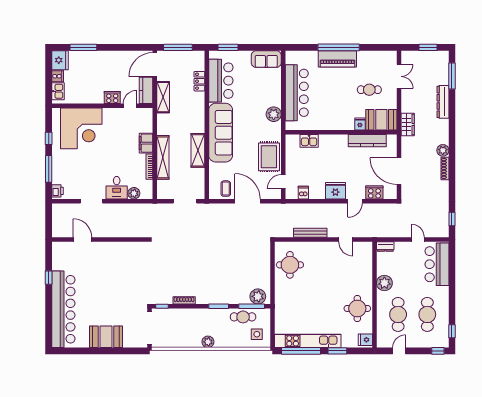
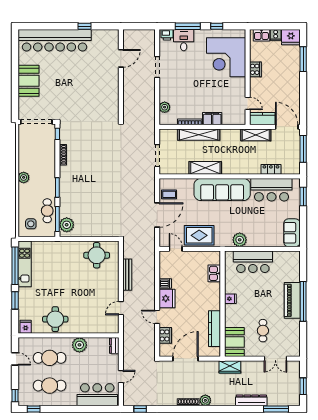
bar counter: (297, 93) -> (253, 262), width x0.73
cooker: (112, 98) -> (255, 69), moved
fridge: (360, 124) -> (230, 299), moved
desk: (117, 188) -> (184, 40), moved, turned 90
dishwasher: (303, 193) -> (165, 283), moved
kitchen unit: (308, 341) -> (25, 264), width x0.73

